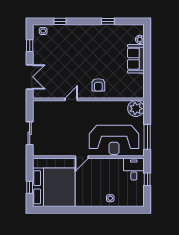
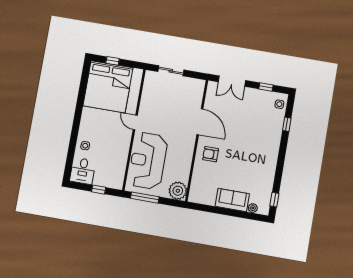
window: (108, 21) -> (274, 200), moved
door: (71, 99) -> (200, 122), width x1.88
desk: (134, 169) -> (83, 171), moved, turned 90

